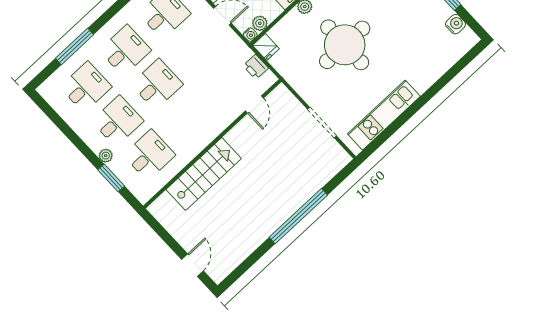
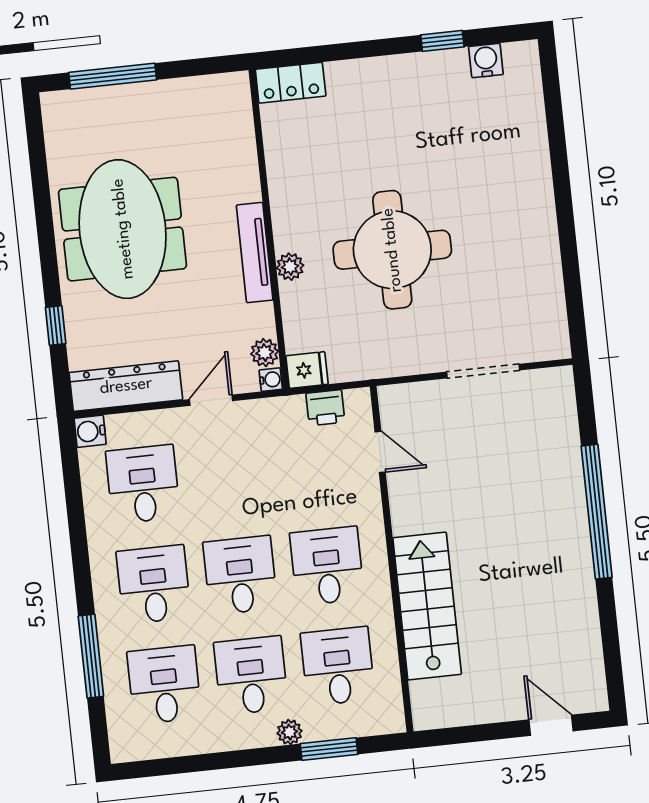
kitchen unit: (384, 115) -> (541, 270), removed
desk: (189, 118) -> (327, 566), added

